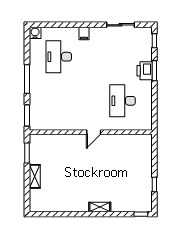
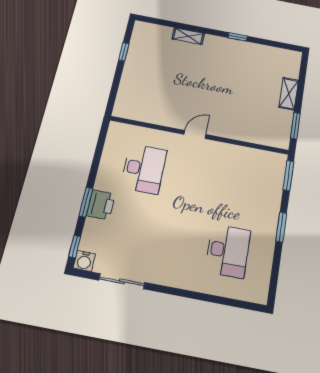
water cooler: (35, 33) -> (84, 261), moved
filing cabinet: (84, 34) -> (182, 279), removed
window: (27, 79) -> (281, 227), width x0.69
shelving: (100, 207) -> (188, 36), moved
window: (141, 214) -> (238, 37), moved

